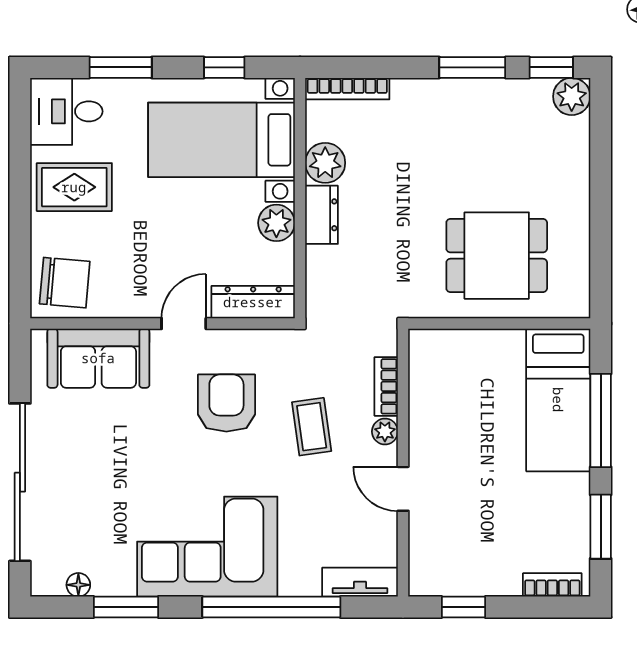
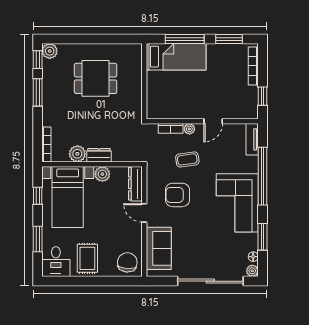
dining table: (497, 256) -> (96, 78), moved, turned 90
plant: (44, 582) -> (252, 271), added
bookcase: (552, 585) -> (253, 66), width x1.56

